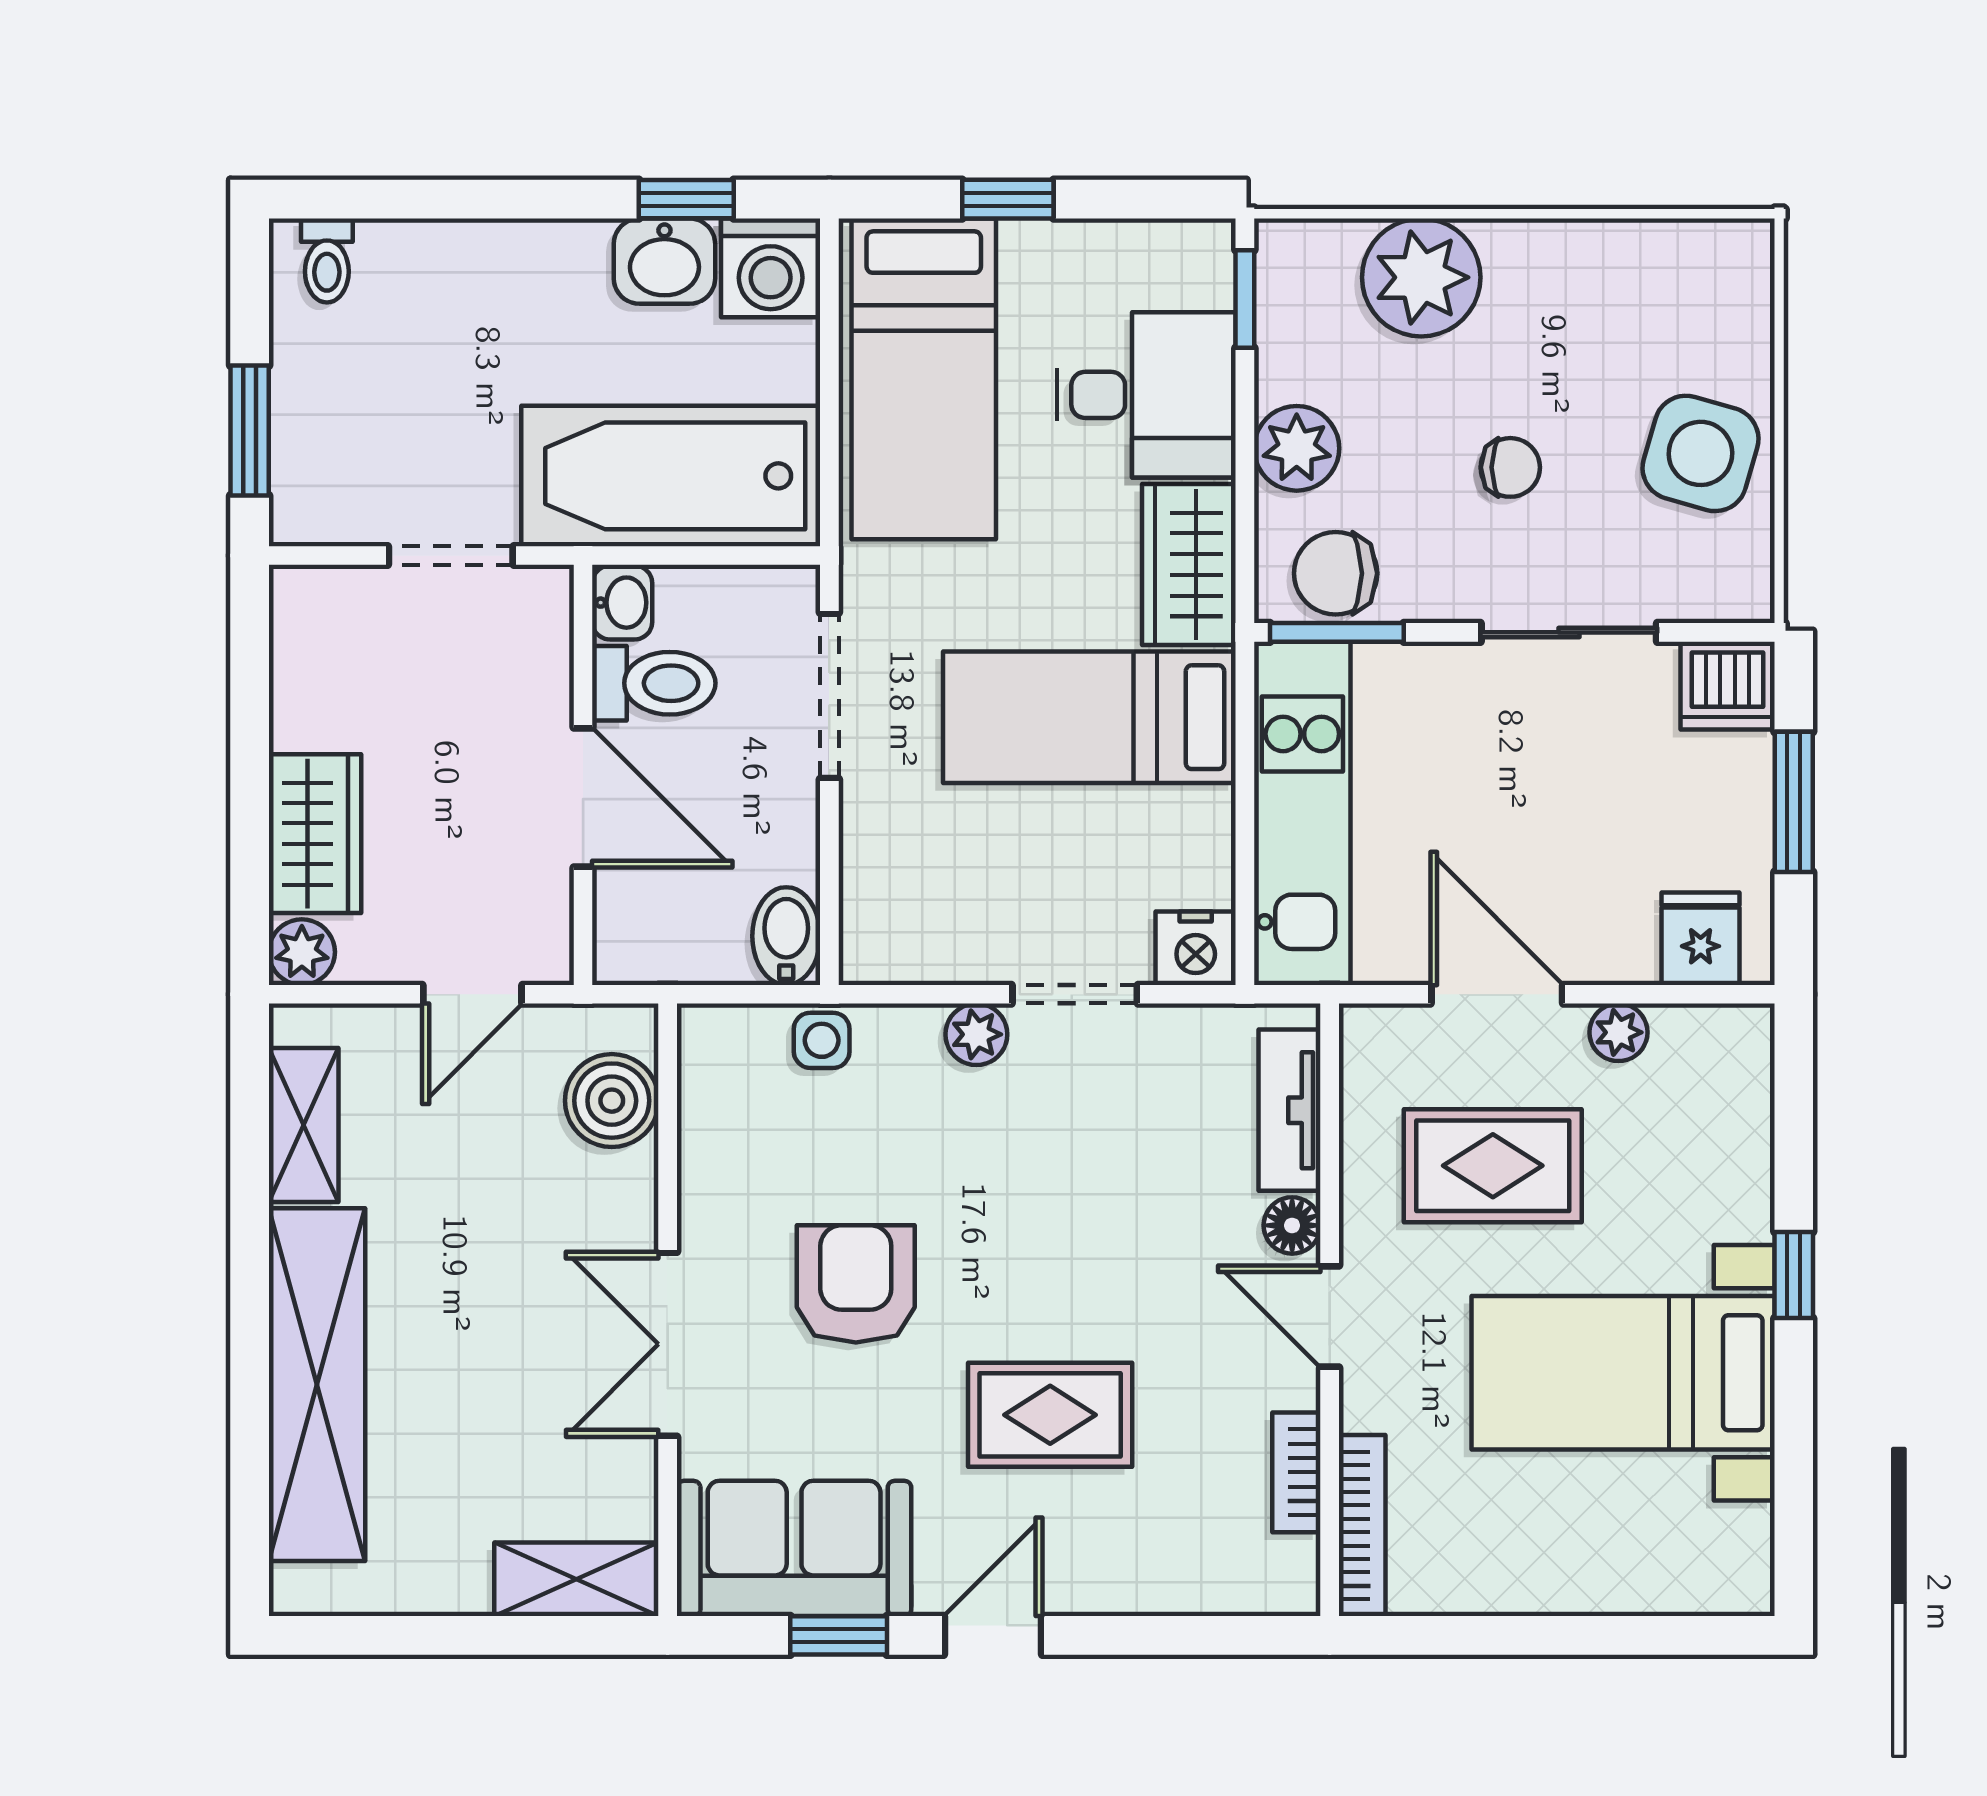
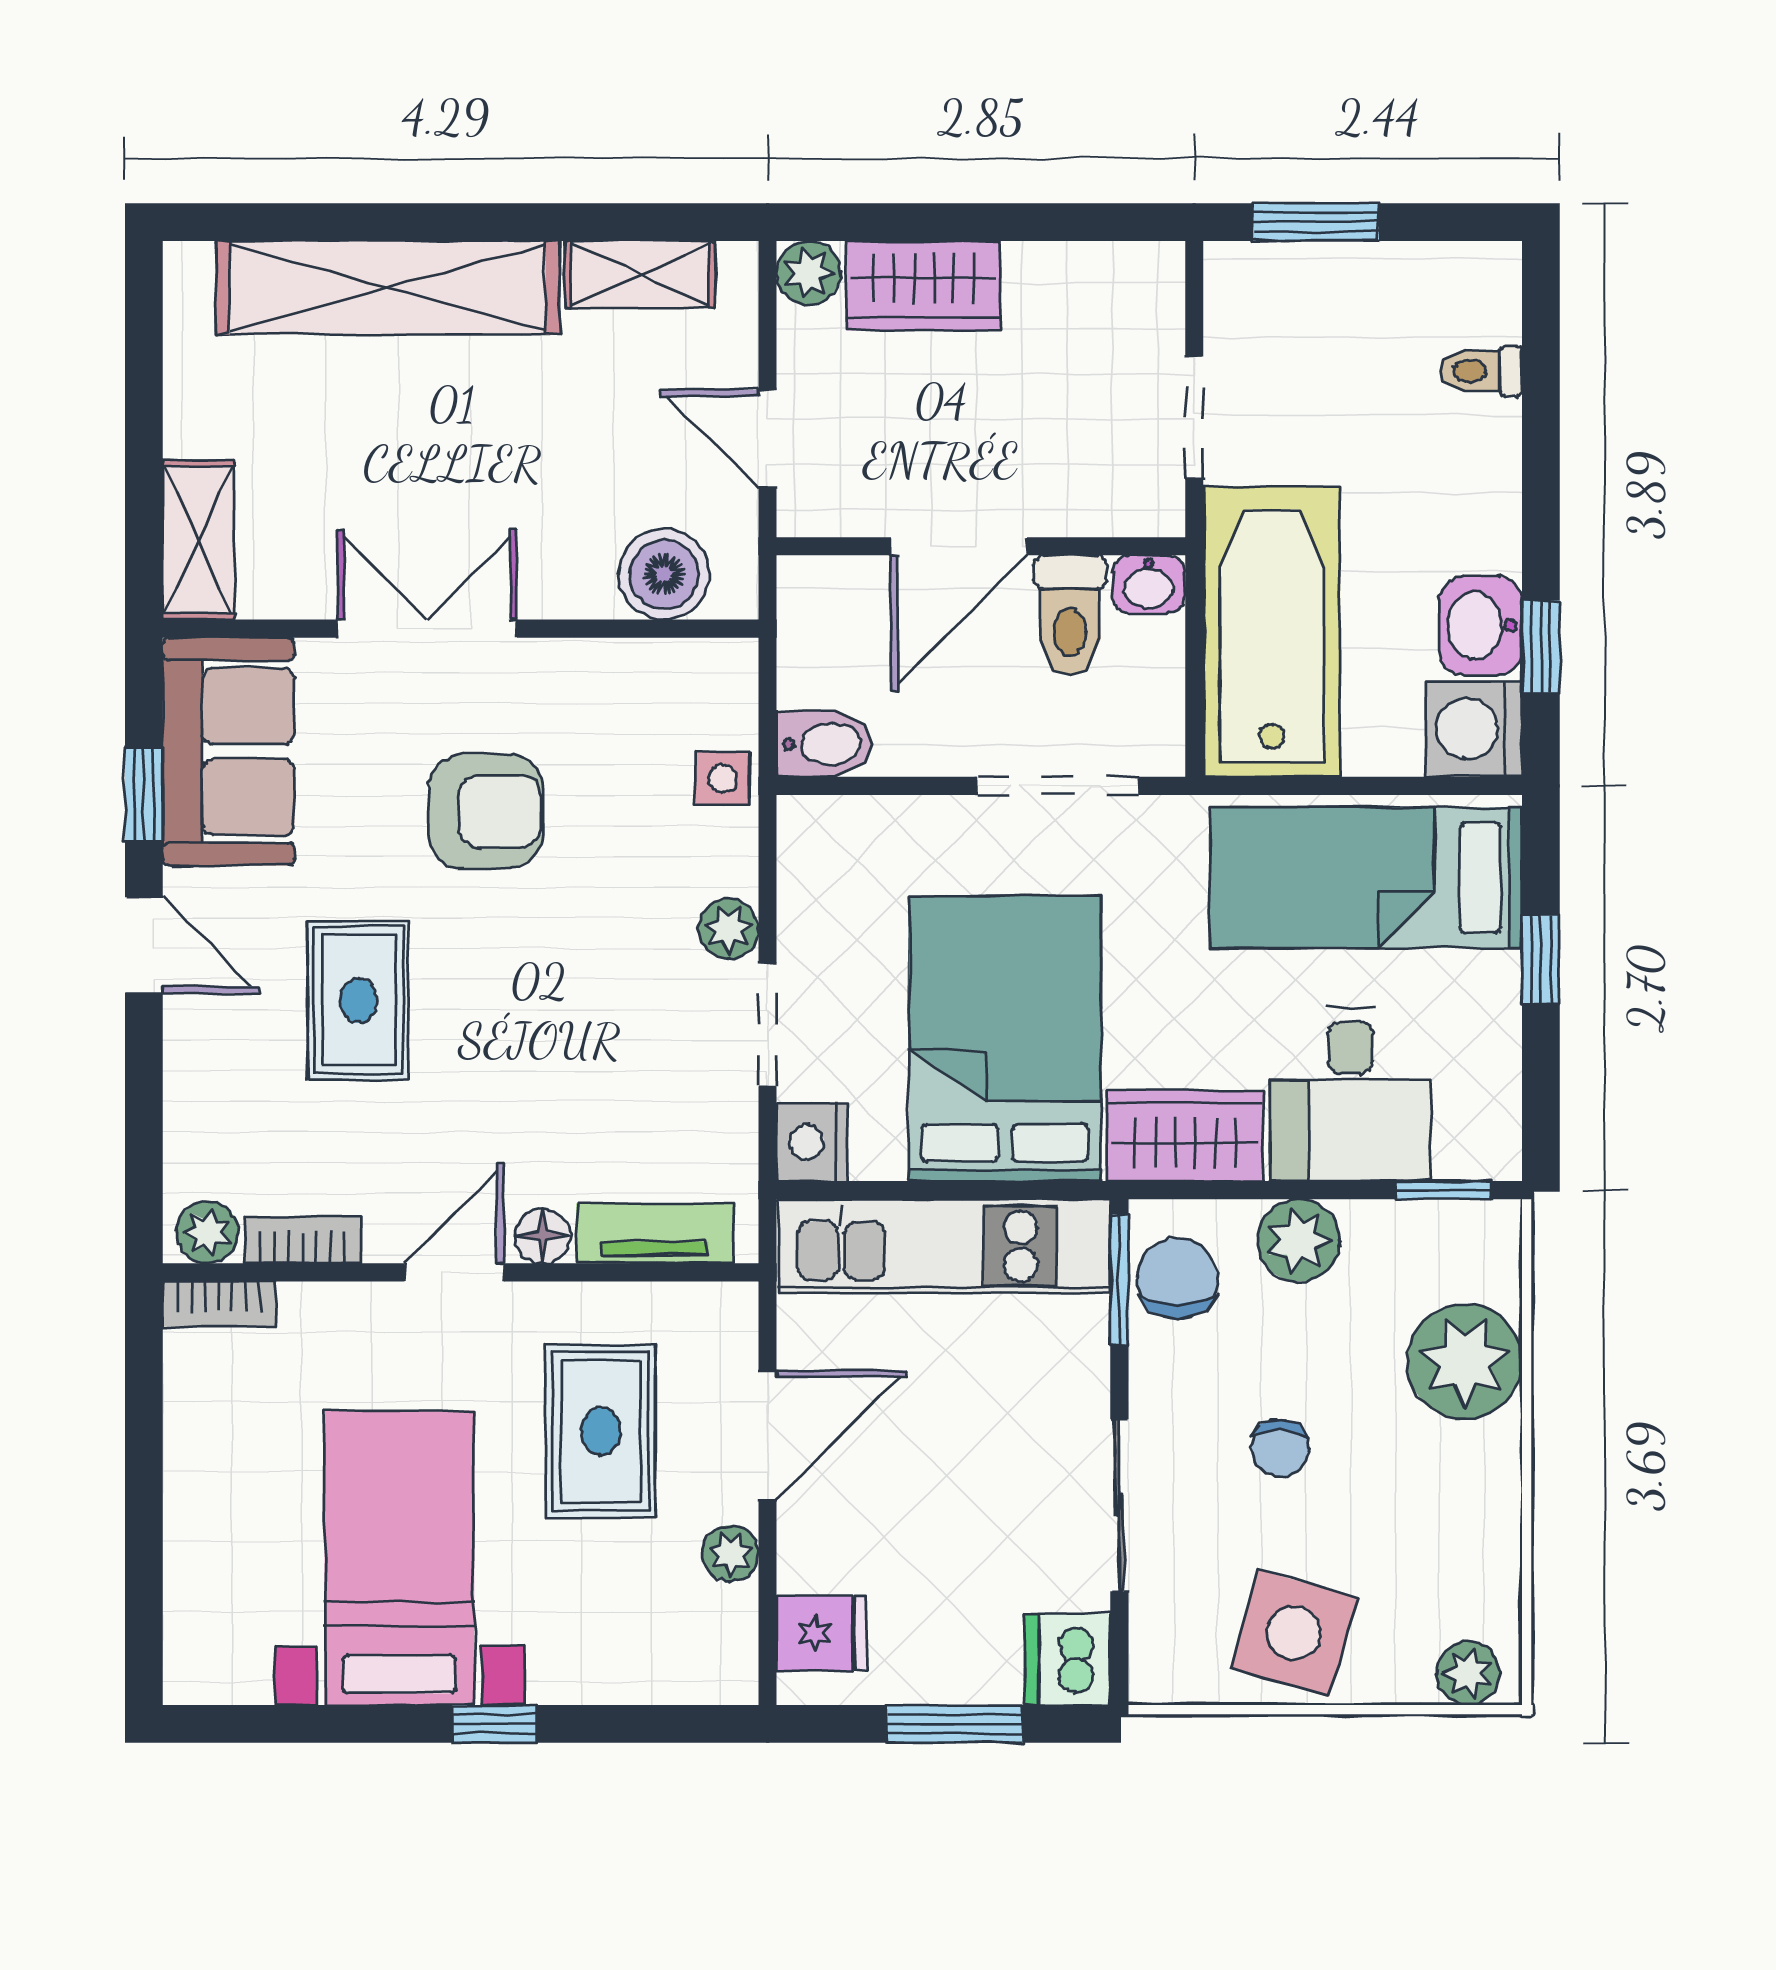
toilet: (327, 260) -> (1481, 371), moved
plant: (1742, 274) -> (1468, 1673), added
bed: (1089, 717) -> (1005, 1039), width x1.50
bookcase: (1362, 1525) -> (219, 1304), width x0.64
plant: (1289, 1570) -> (207, 1233), added

